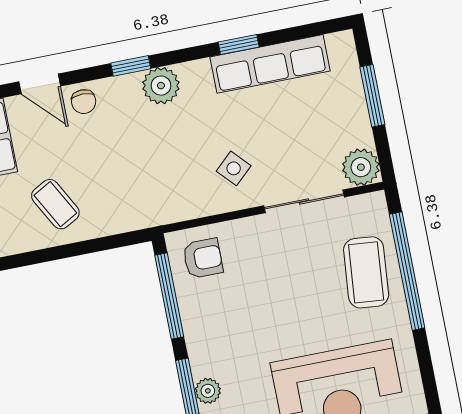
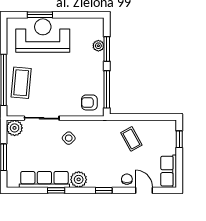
plant: (161, 86) -> (79, 179), moved
coffee table: (55, 204) -> (131, 139), moved

